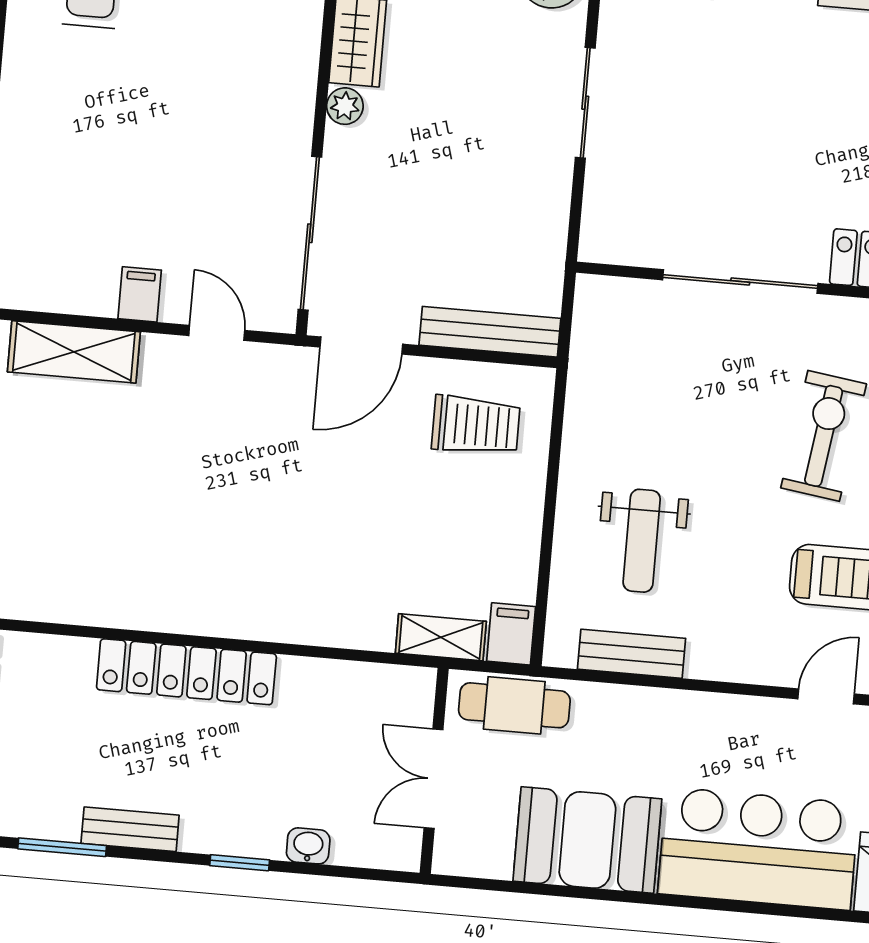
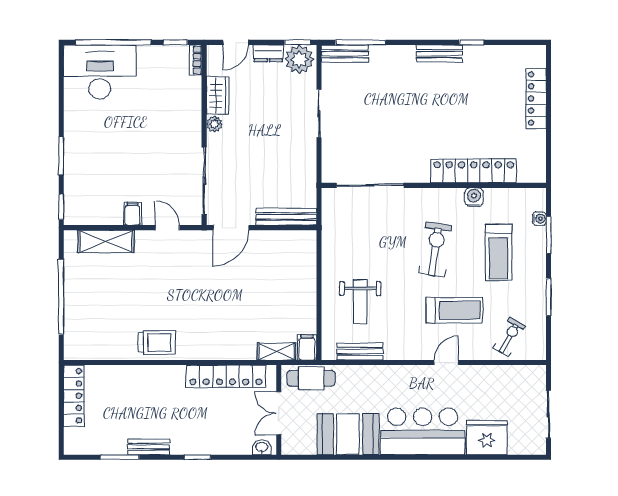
sliding door: (740, 282) -> (370, 185), moved
trolley: (476, 425) -> (157, 343), moved
locker: (186, 672) -> (226, 376), moved
washbasin: (308, 846) -> (262, 447), moved

